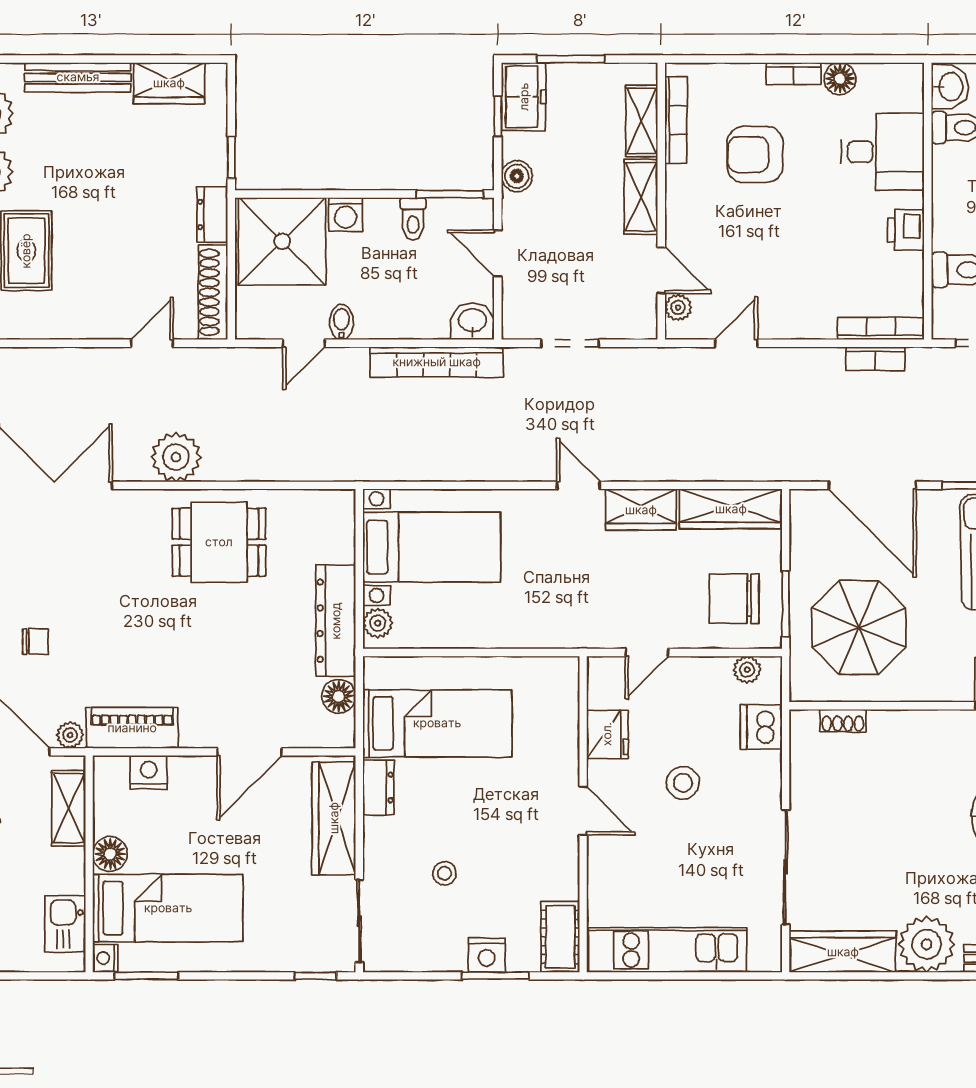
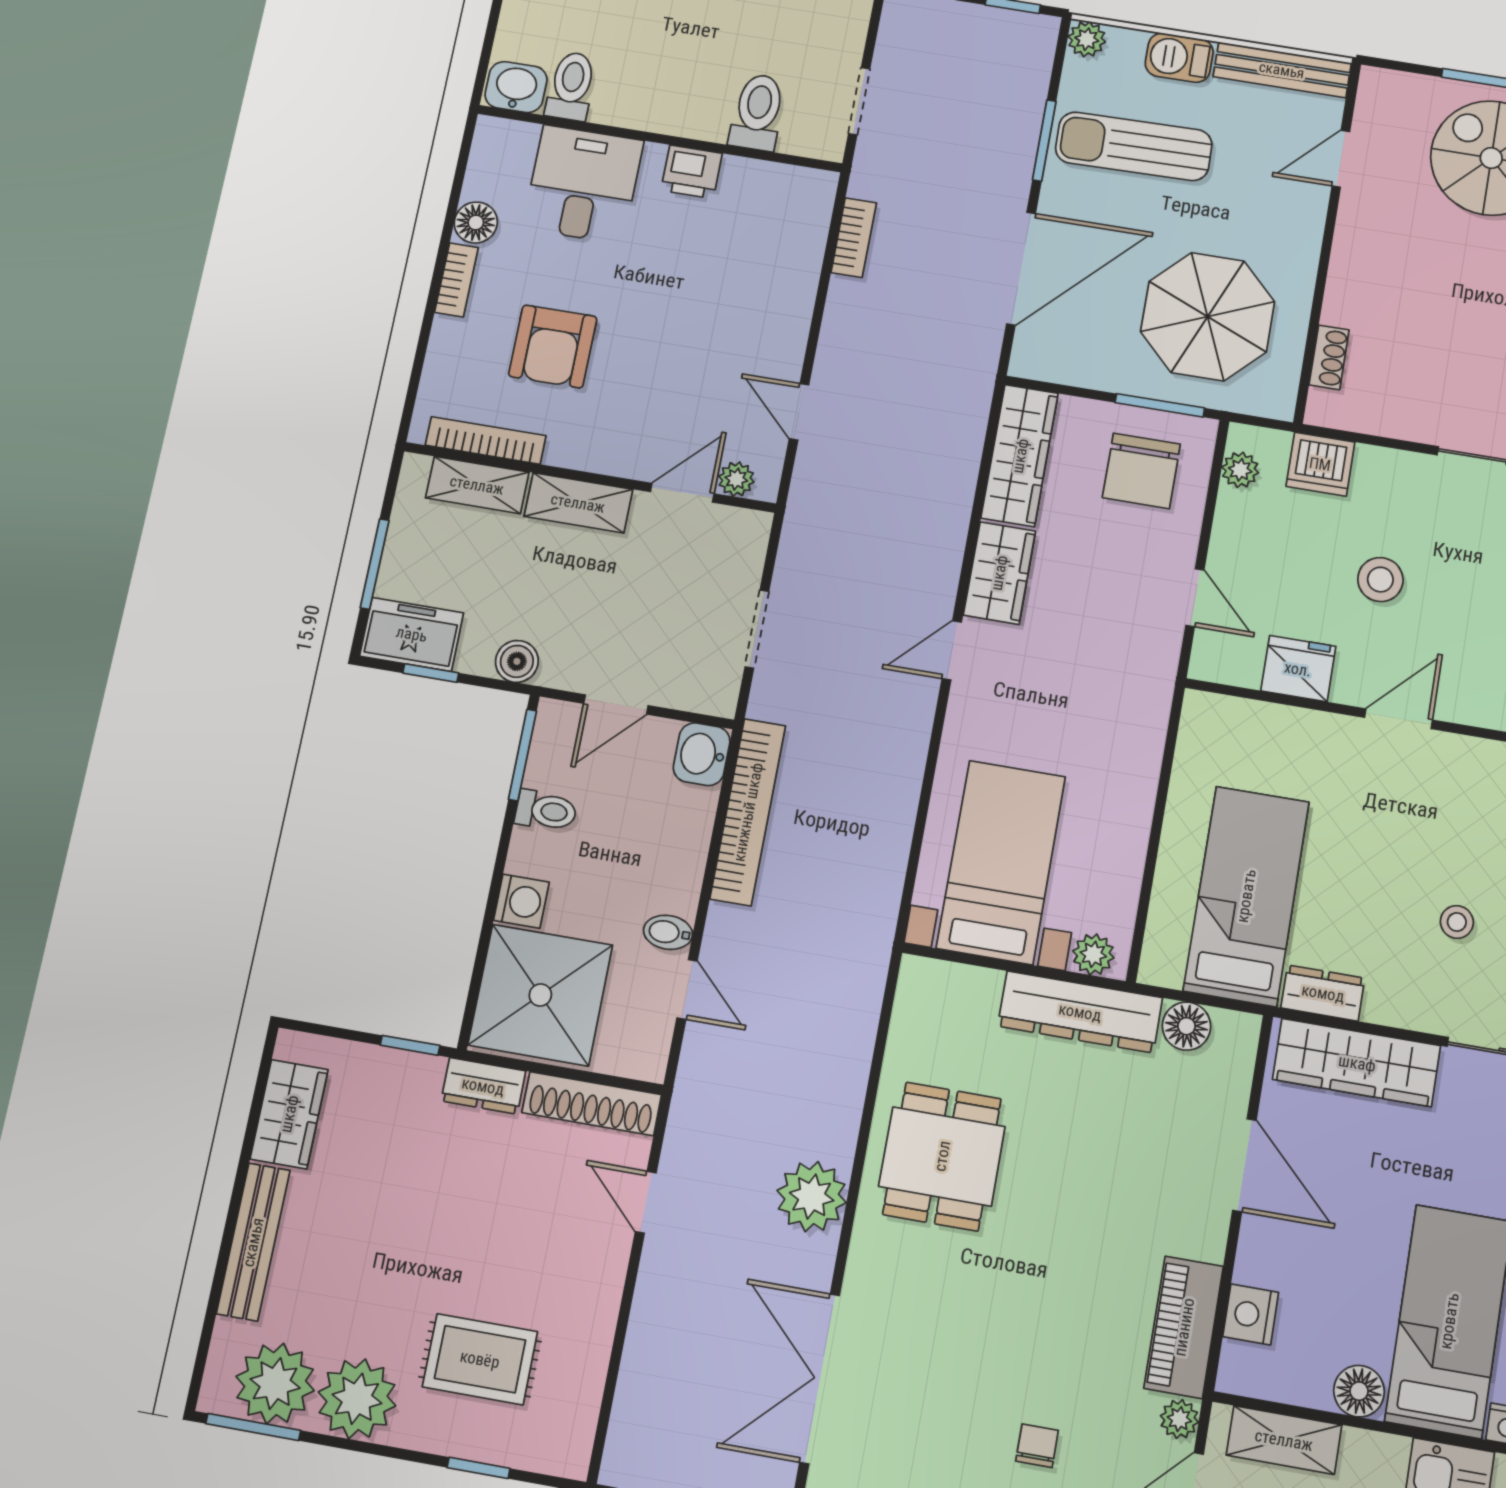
bookcase: (881, 329) -> (815, 224), removed

